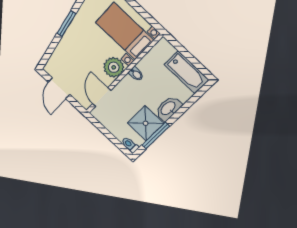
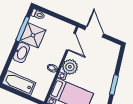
door: (59, 88) -> (94, 32), moved

